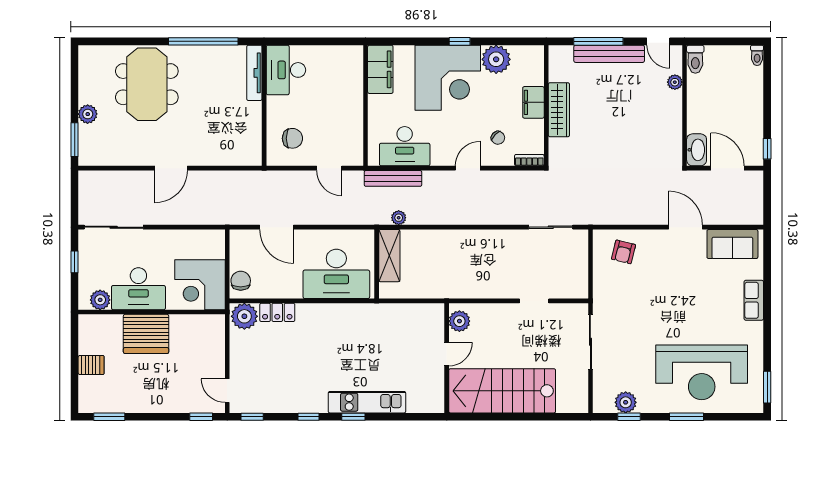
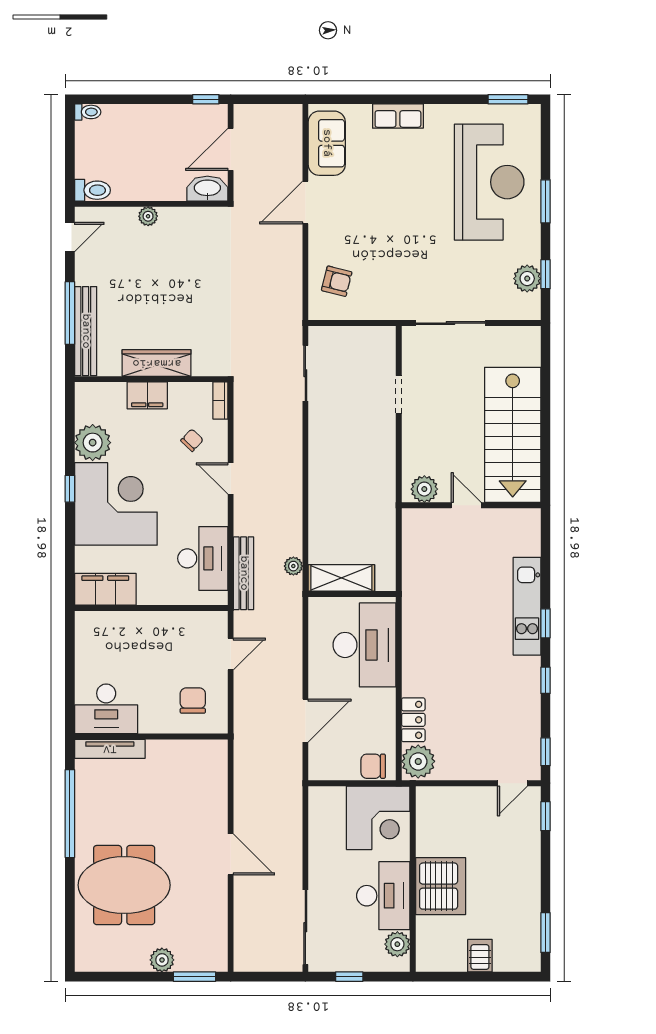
bench: (609, 54) -> (86, 331), moved
plant: (675, 82) -> (148, 216), moved

